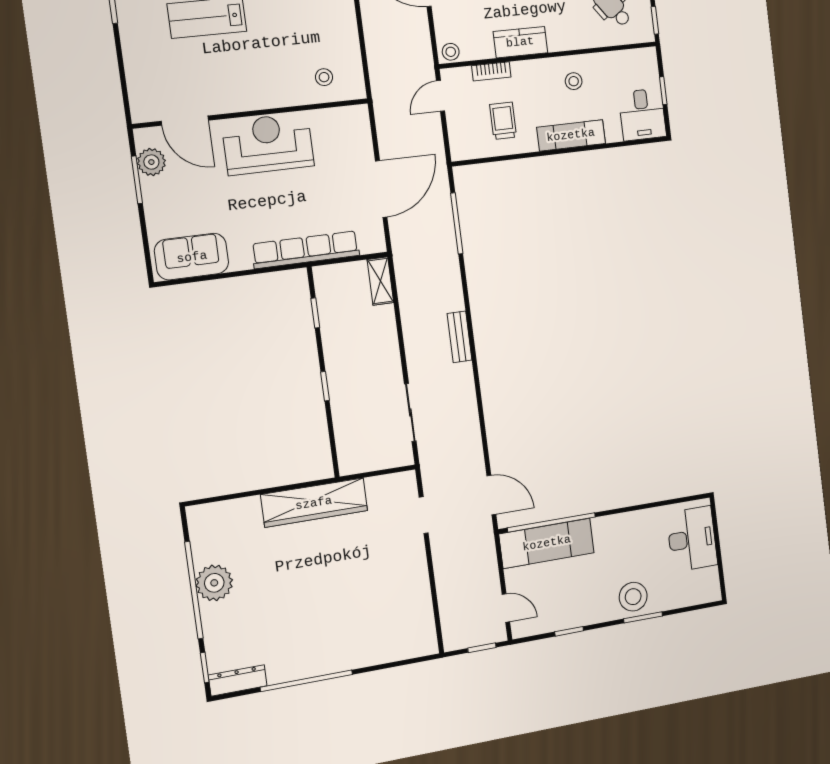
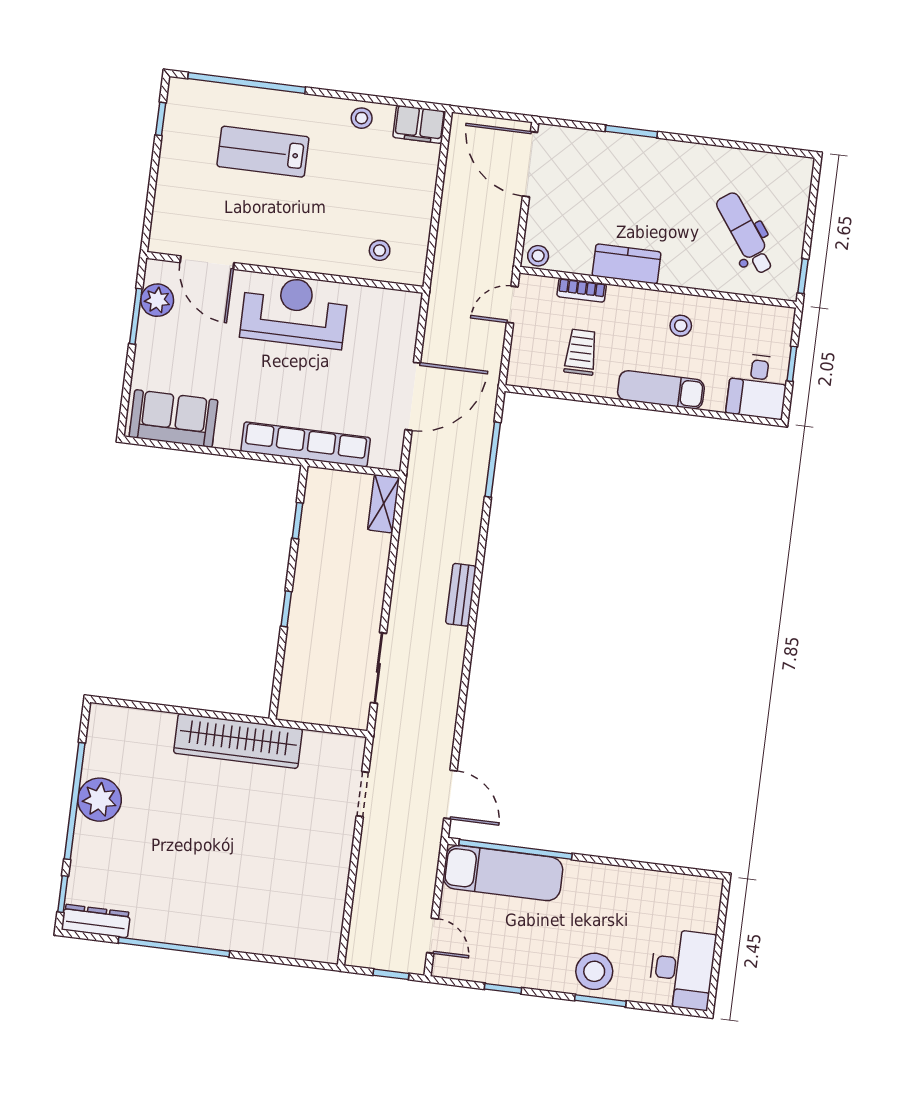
desk: (692, 539) -> (682, 969), moved

